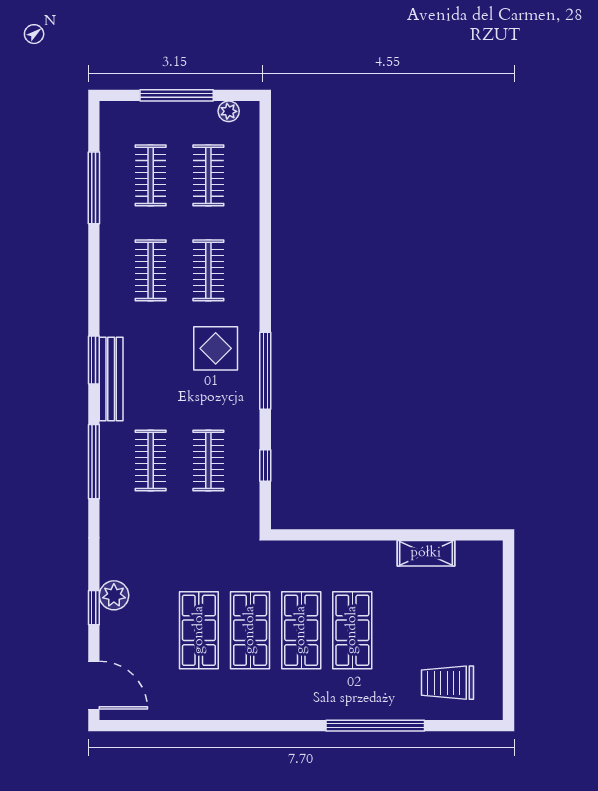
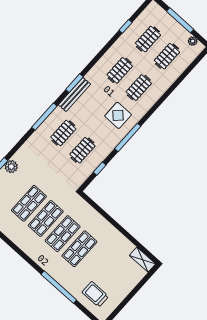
window: (94, 188) -> (126, 26), width x0.46
shelving: (426, 553) -> (142, 260), moved

